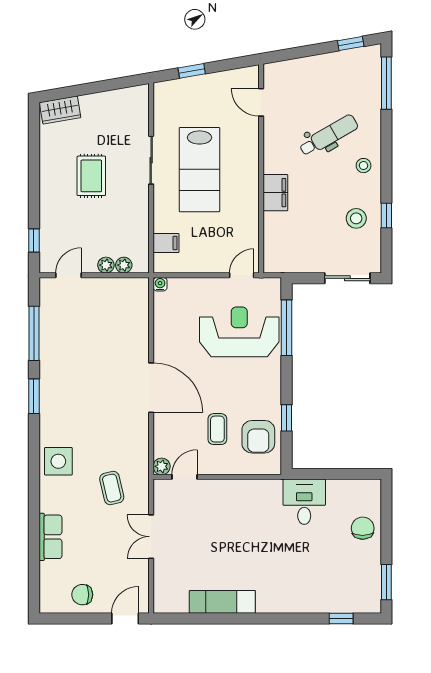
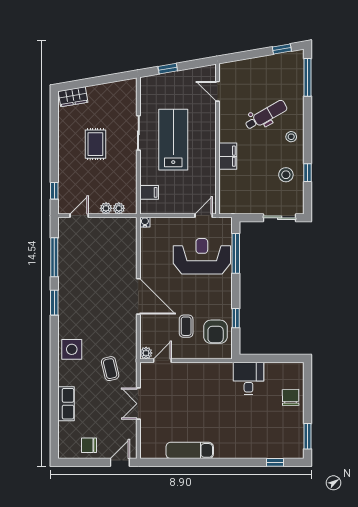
lab bench: (199, 170) -> (173, 140), turned 180

